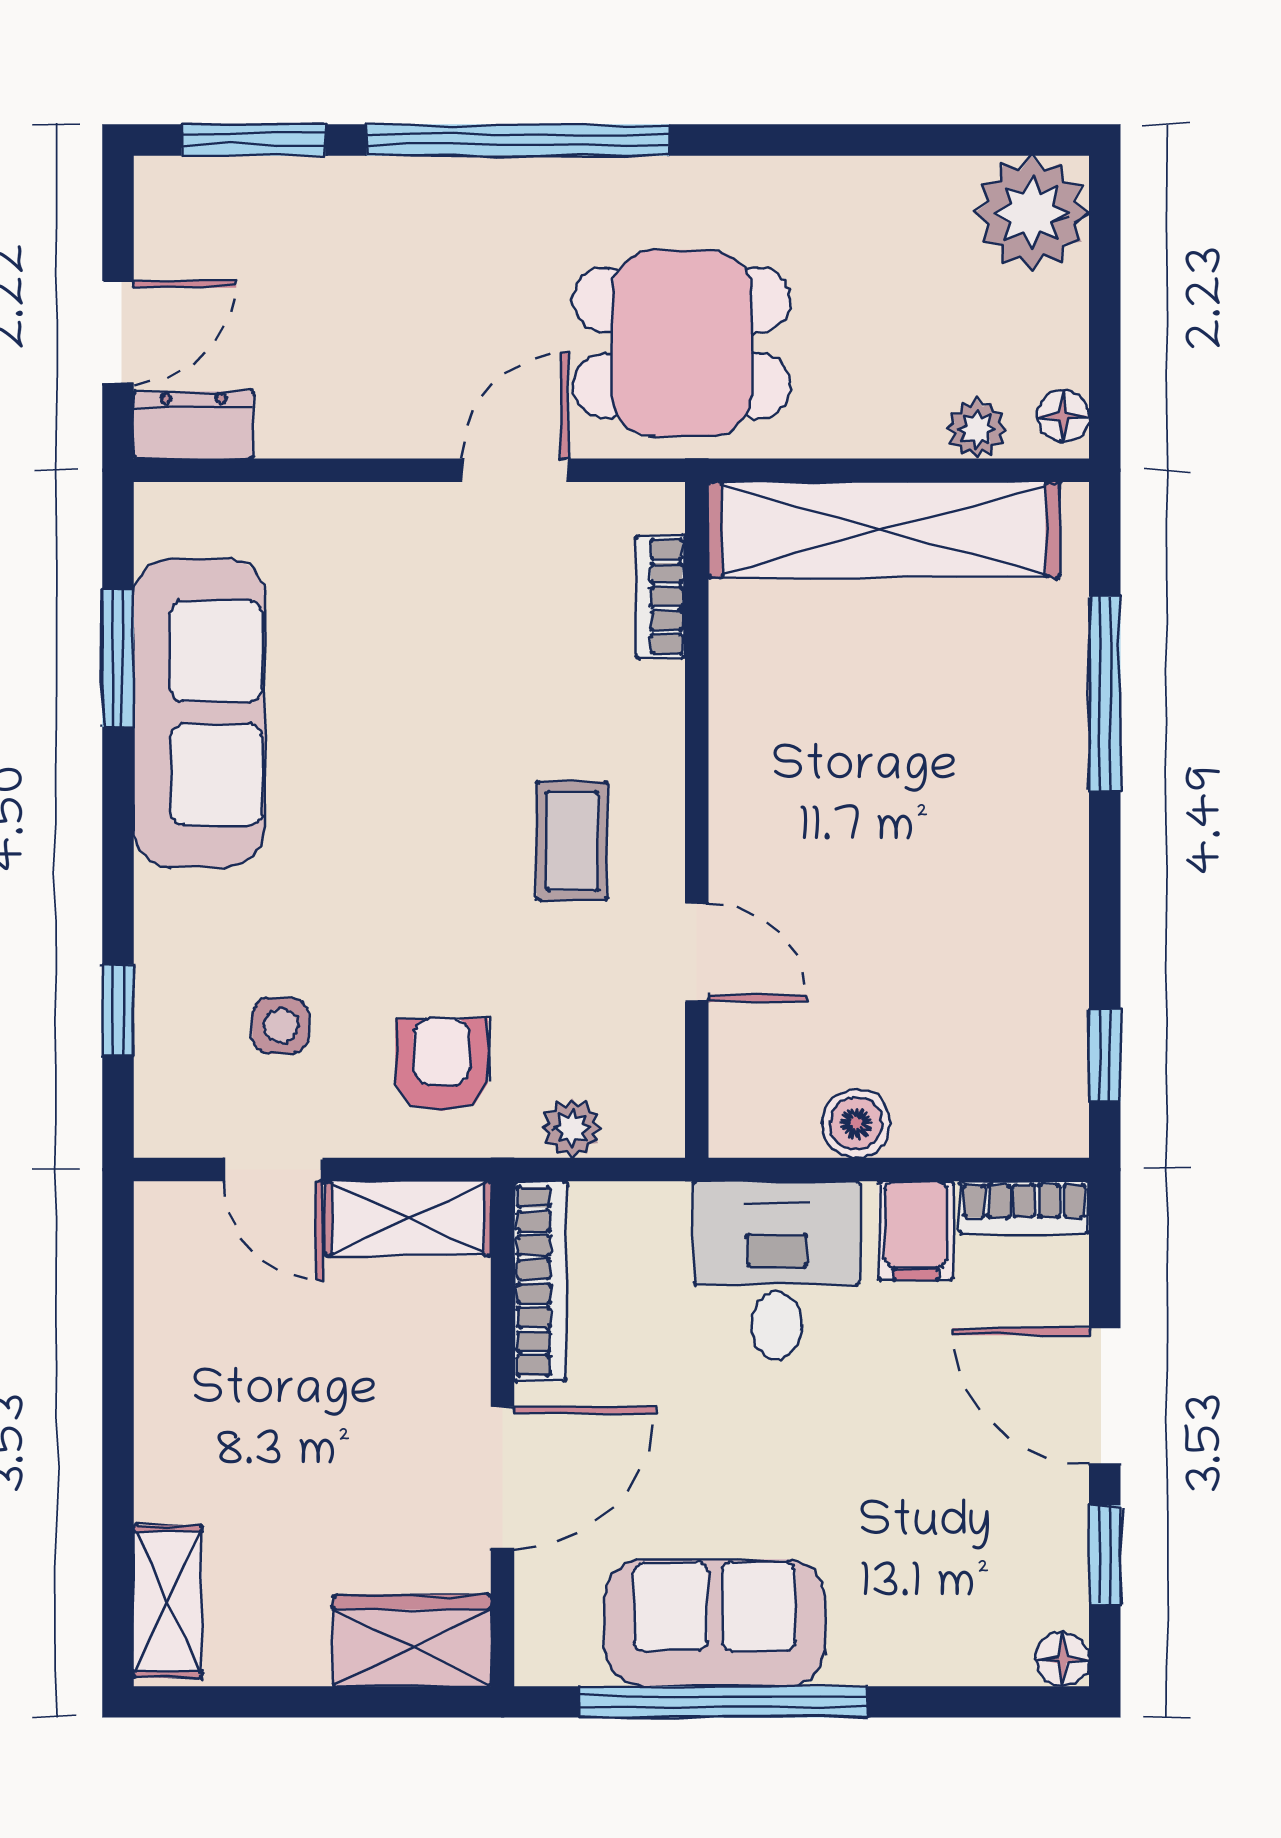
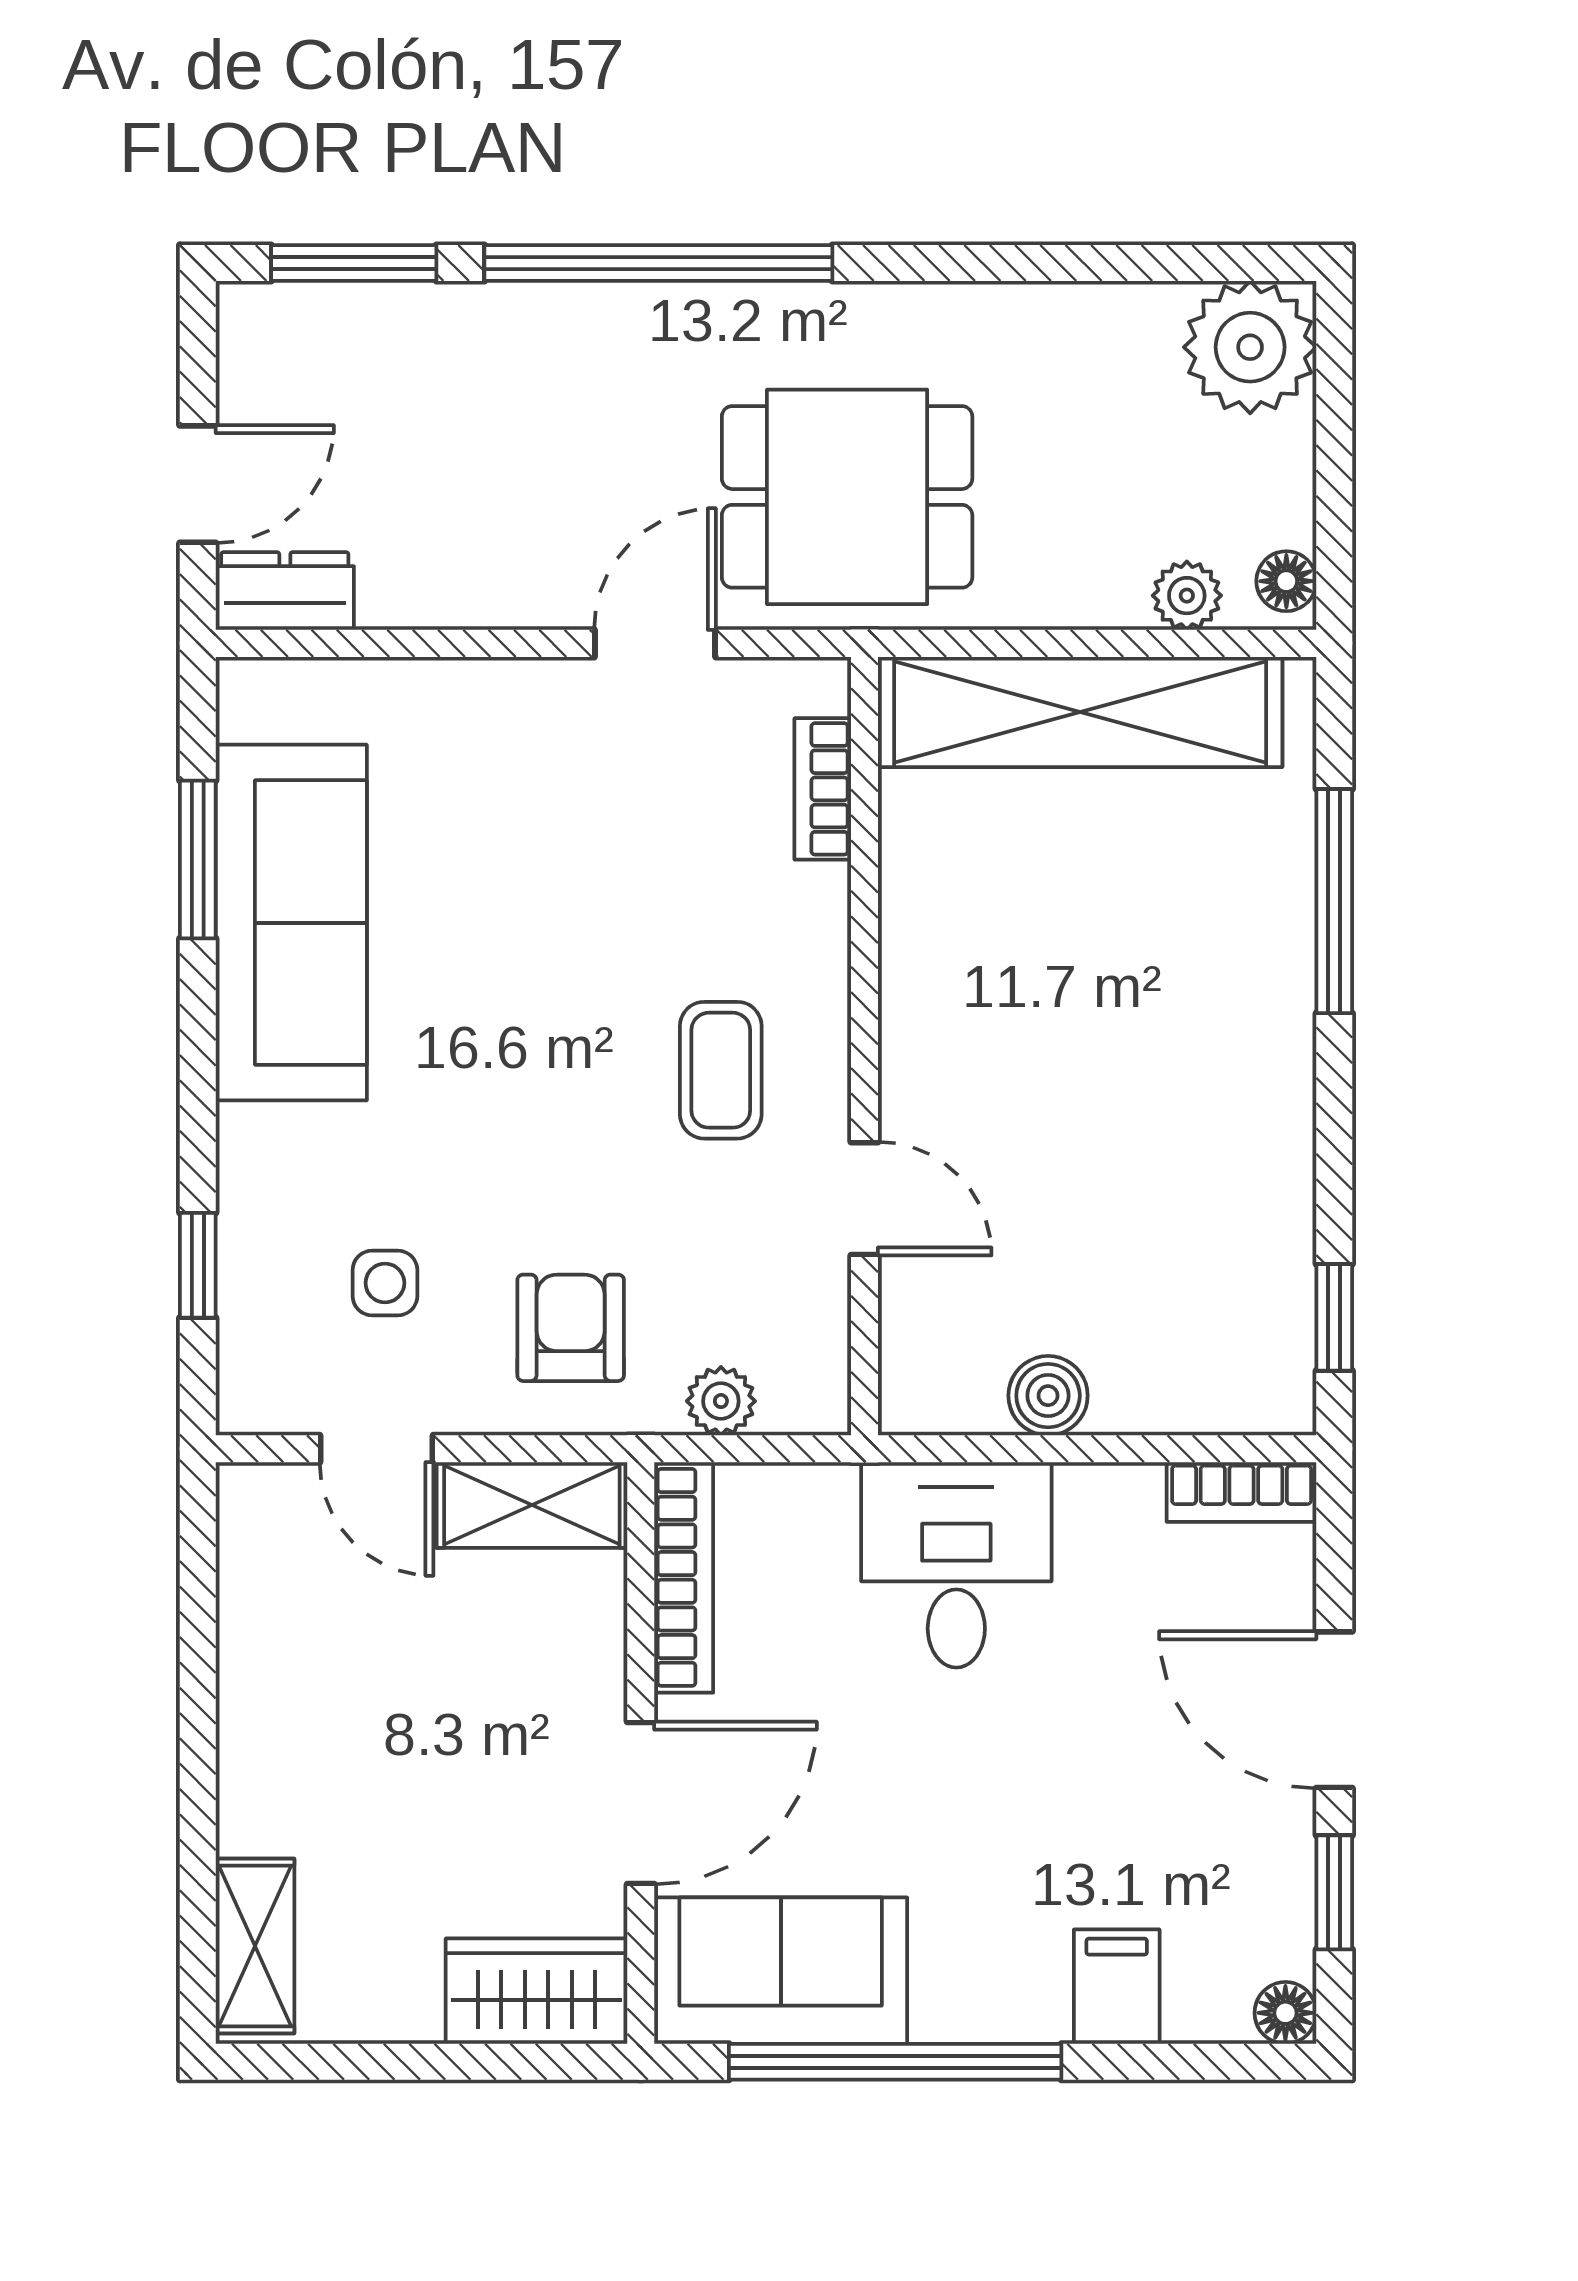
filing cabinet: (916, 1231) -> (1117, 1987), moved, turned 180
sofa: (715, 1623) -> (781, 1971), moved

